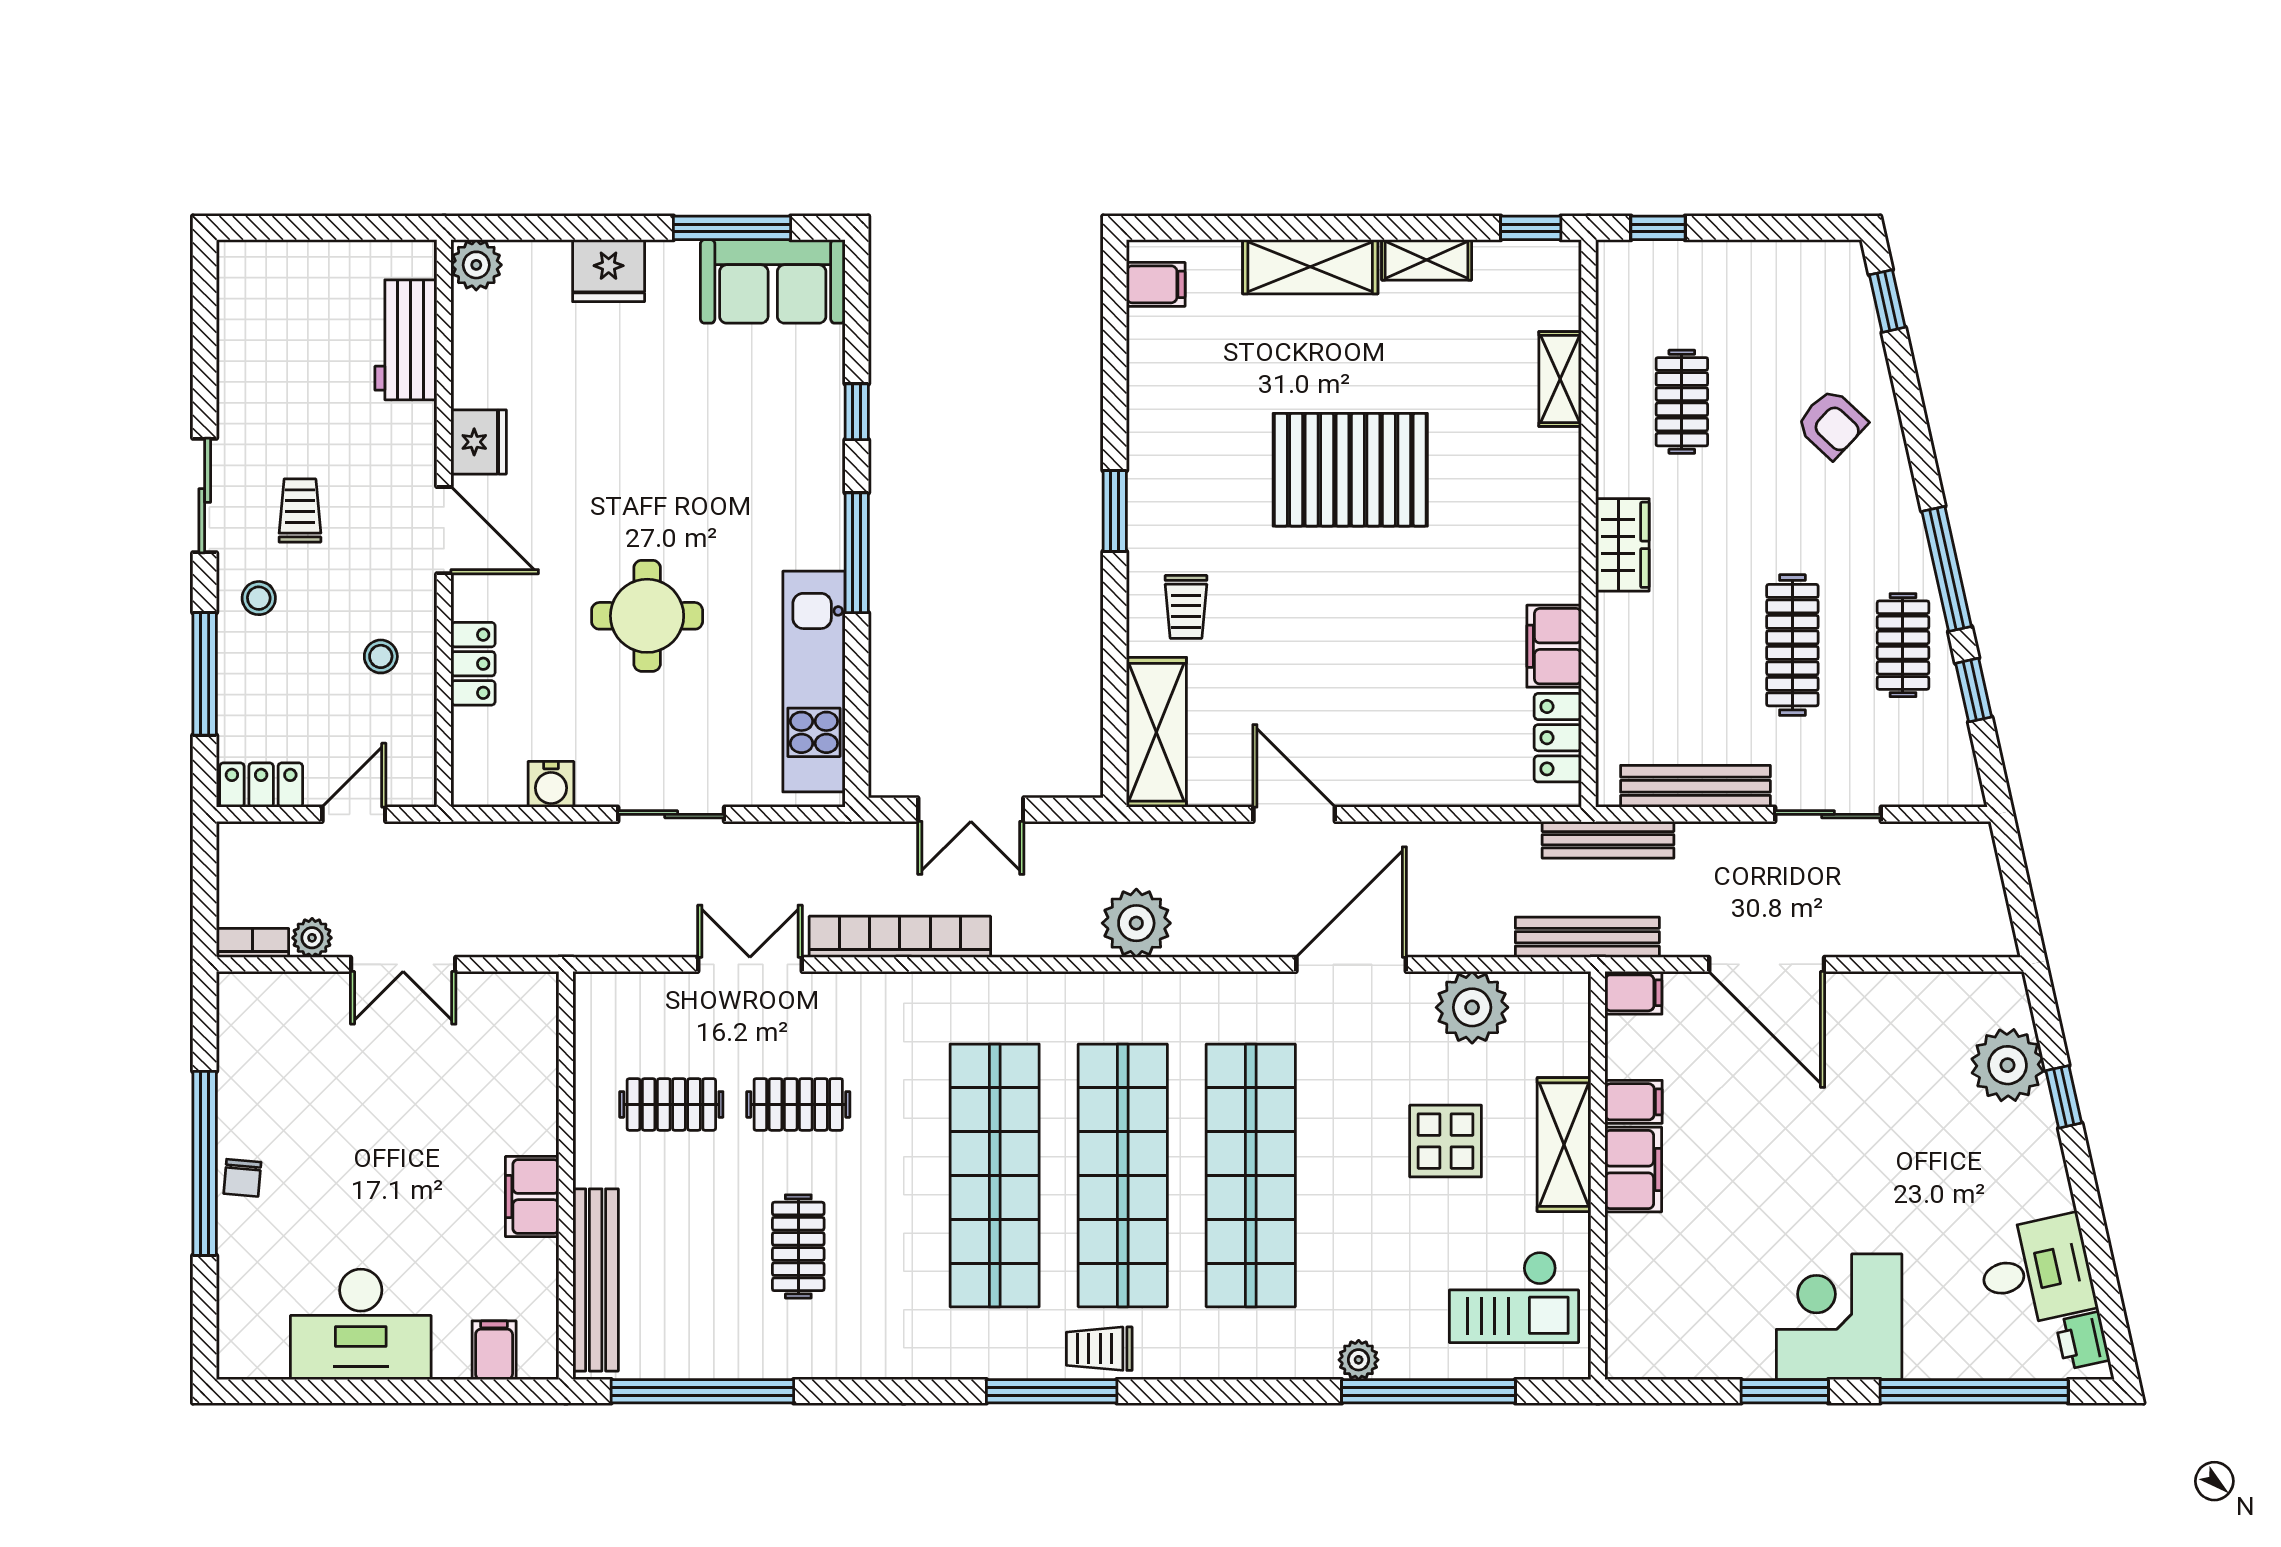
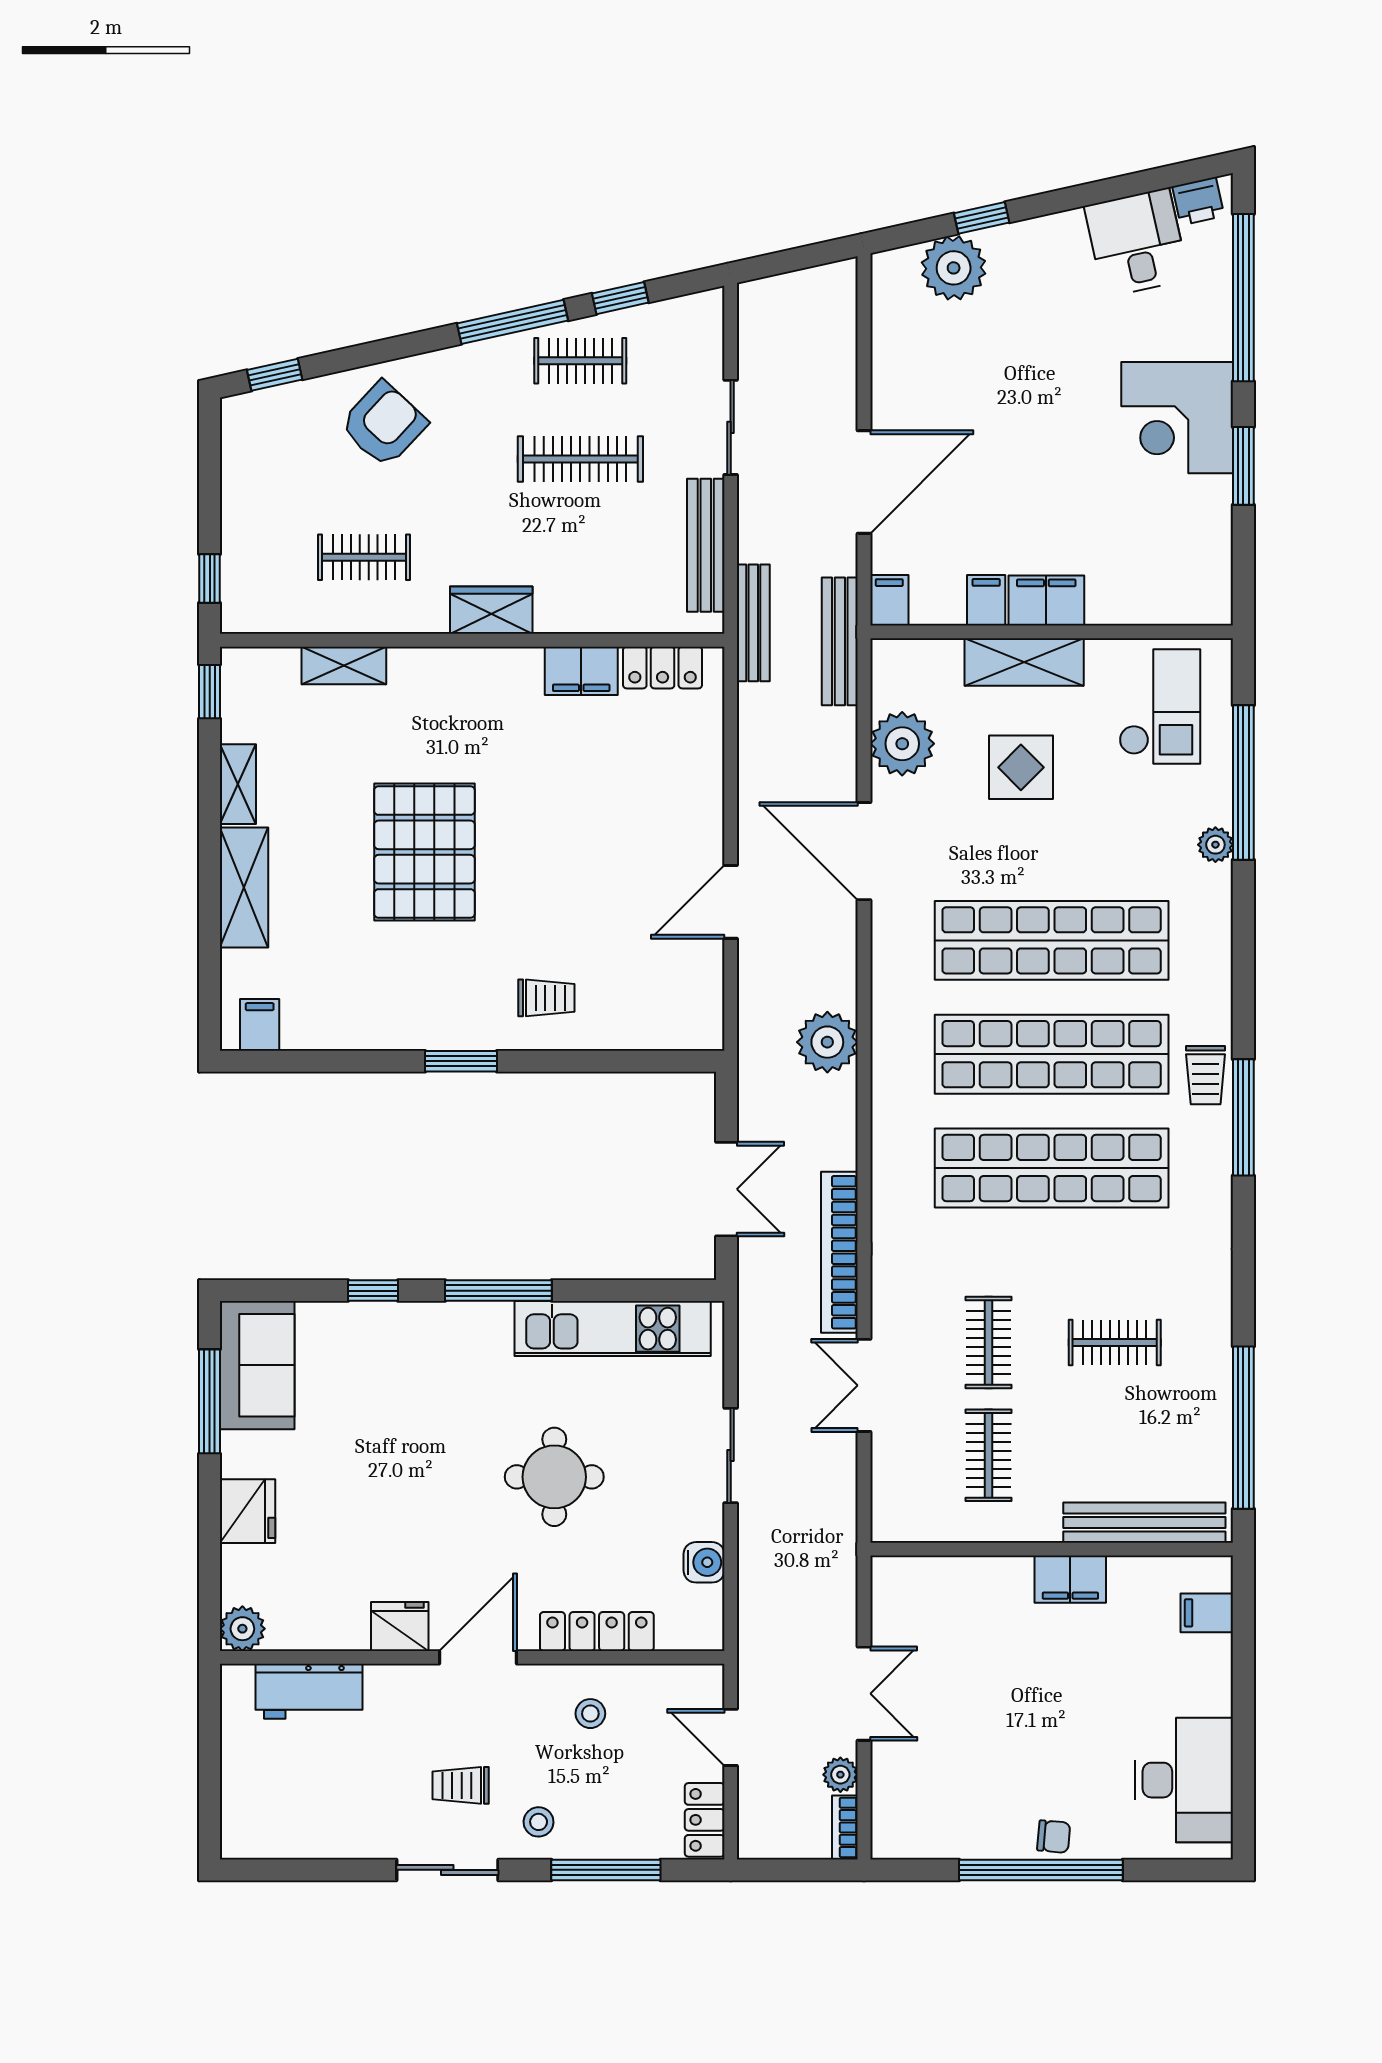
armchair: (1832, 424) -> (384, 424), width x1.38, depth x1.38
locker: (473, 664) -> (597, 1632), width x1.53
shelving: (1156, 732) -> (658, 1024), removed
desk: (361, 1324) -> (1184, 1780), moved

